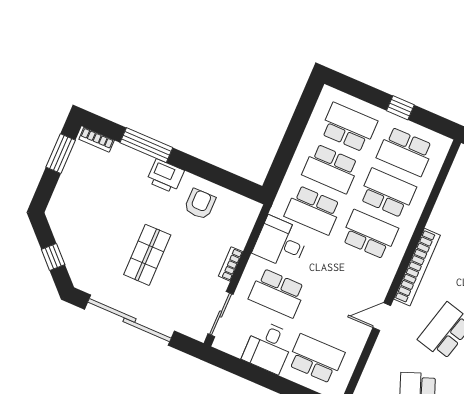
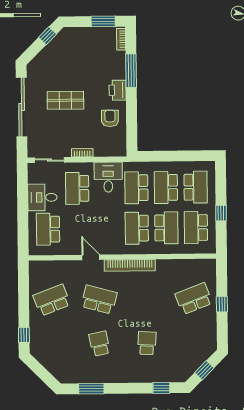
armchair: (200, 204) -> (110, 118), turned -90
school desk: (370, 234) -> (137, 228), turned 180
window: (53, 257) -> (48, 36), moved
school desk: (316, 359) -> (48, 229), turned 180

